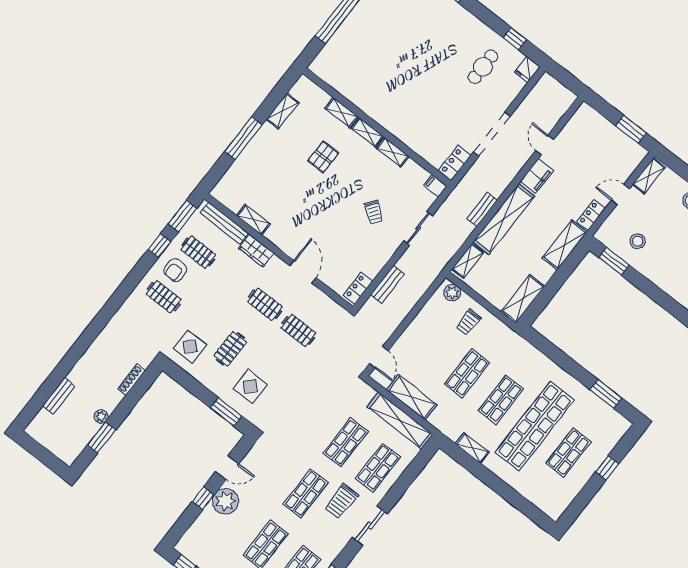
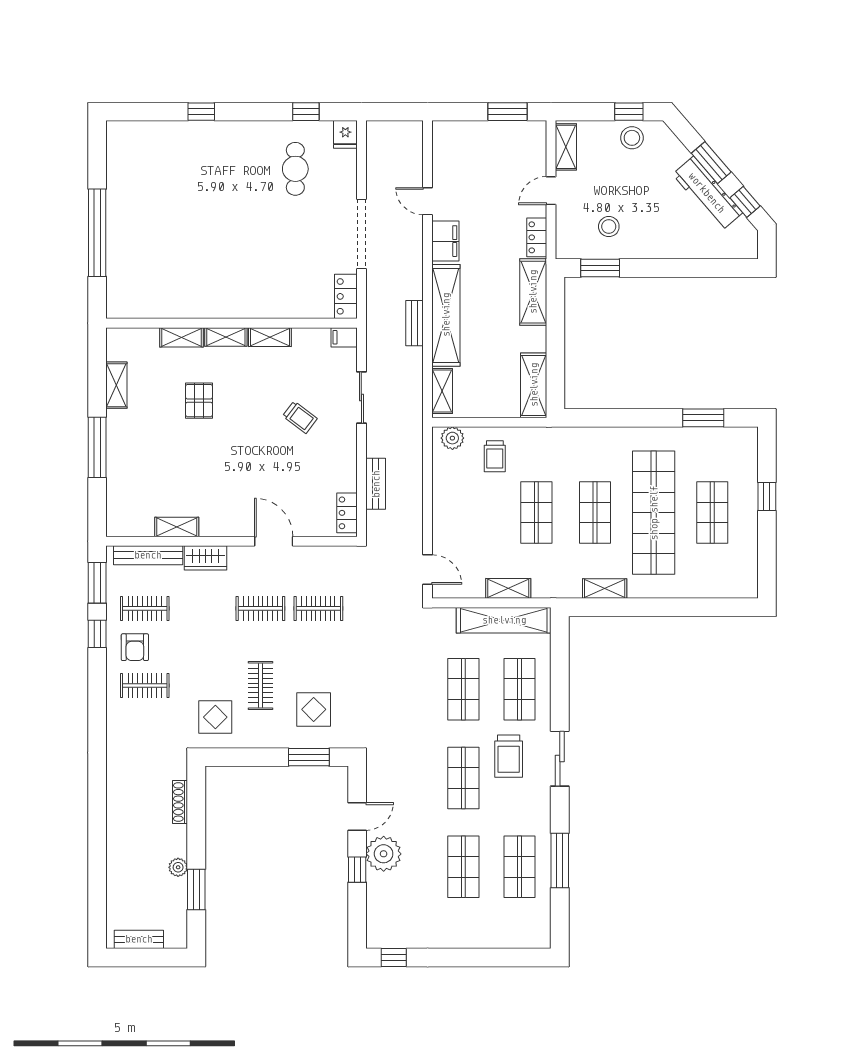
bench: (59, 396) -> (139, 939), moved, turned 90
shelving: (412, 397) -> (508, 588), width x0.67, depth x0.75

